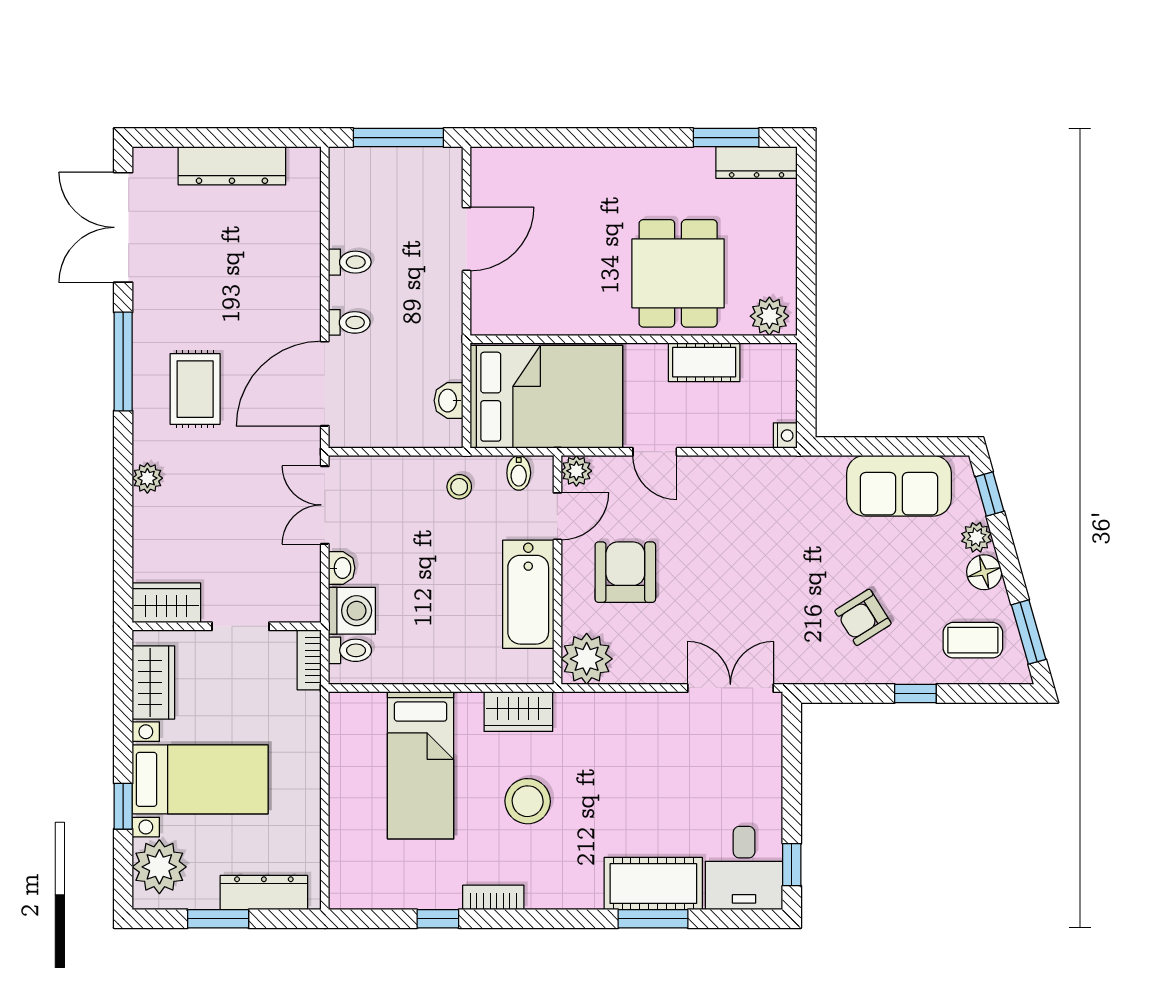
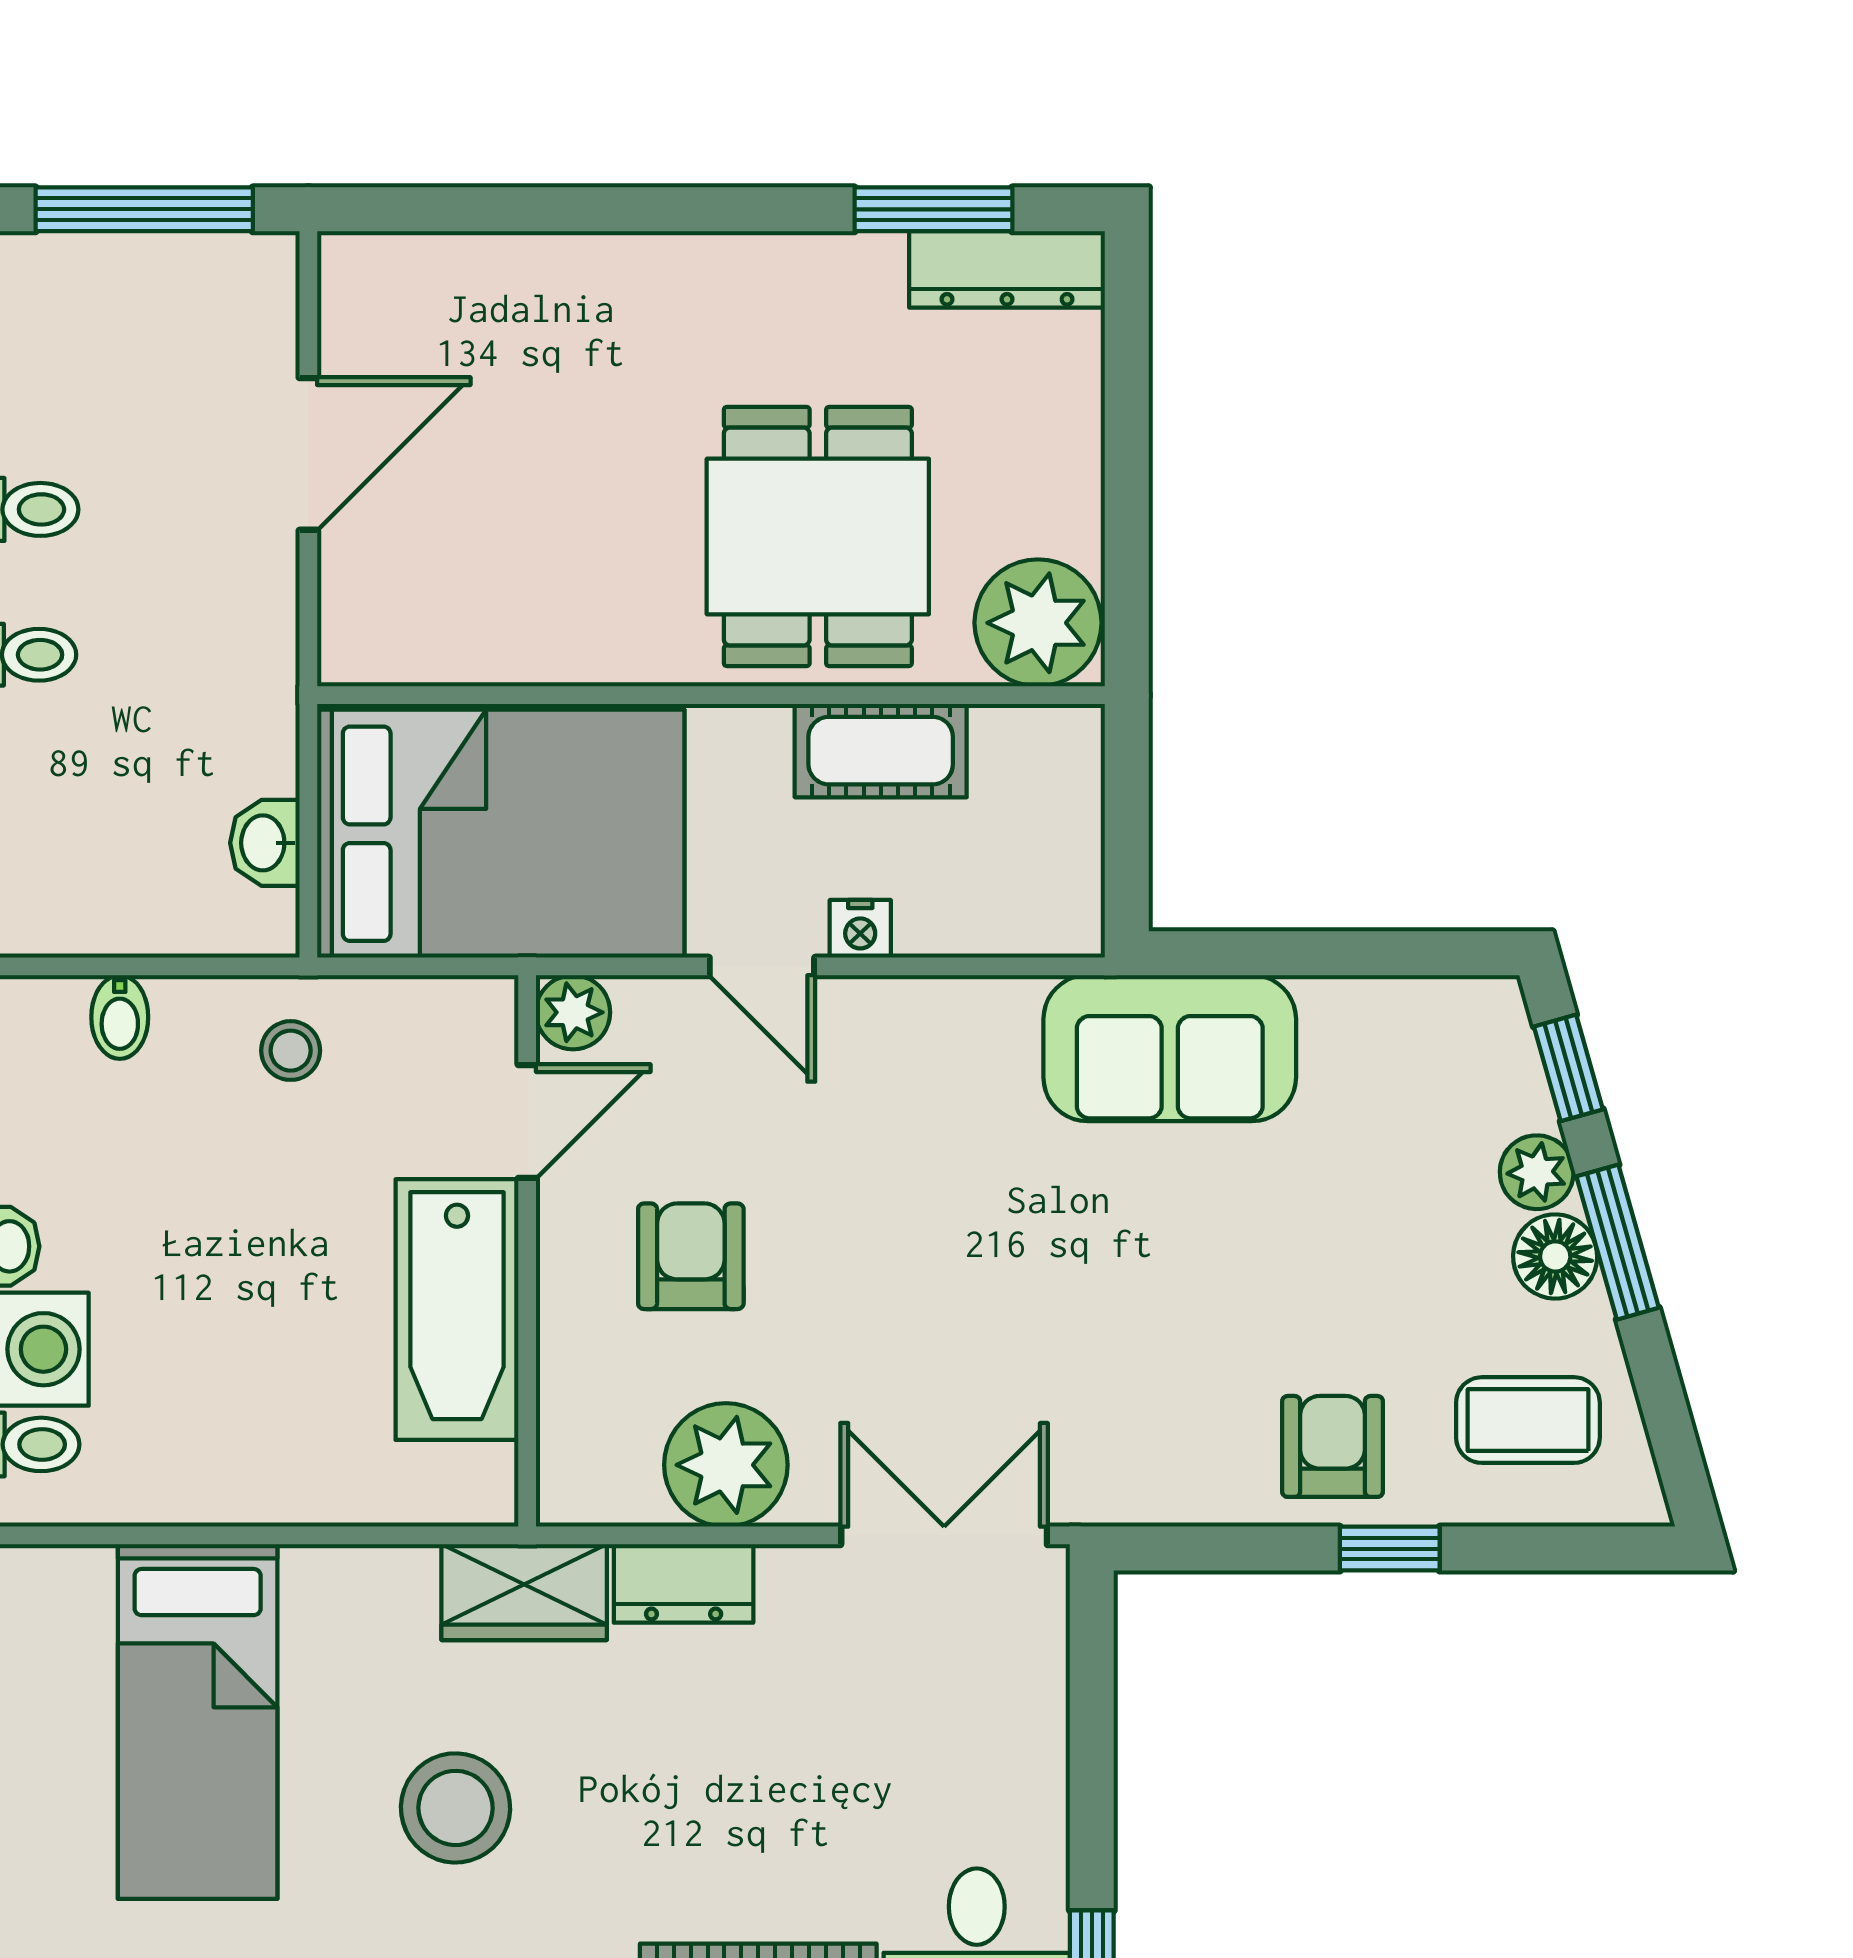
plant: (769, 316) -> (1038, 623), width x1.36, depth x1.36
nightstand: (785, 436) -> (860, 929), moved, turned 90
bidet: (519, 473) -> (120, 1017), moved
sofa: (899, 486) -> (1170, 1048), moved
armchair: (625, 572) -> (691, 1256), width x0.72, depth x0.72
armchair: (863, 617) -> (1333, 1446), moved, turned 122
window: (1029, 632) -> (1618, 1242), moved
plant: (587, 659) -> (726, 1465), moved
dresser: (622, 708) -> (684, 1583), added
wardrobe: (518, 712) -> (524, 1592), moved

